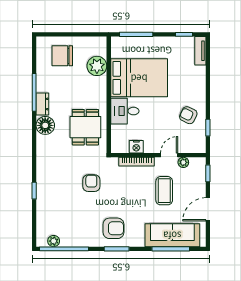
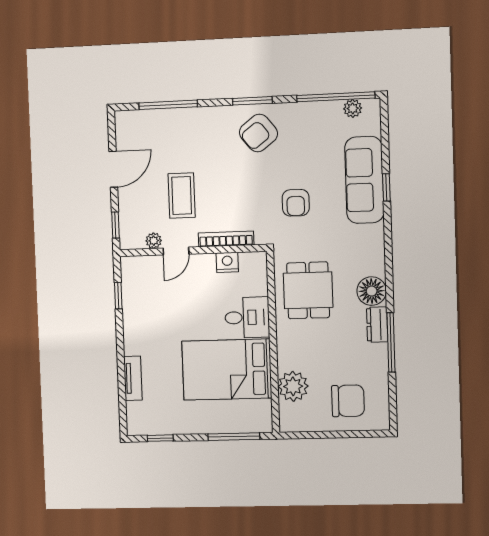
tv unit: (200, 51) -> (133, 378), moved
armchair: (188, 115) -> (149, 314), removed
armchair: (113, 228) -> (258, 133), turned -38
sofa: (172, 235) -> (364, 180), moved, turned 90

